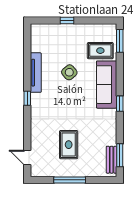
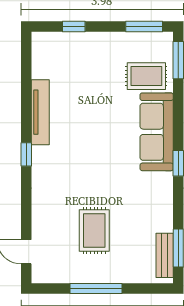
window: (67, 20) -> (74, 27), moved
window: (99, 20) -> (144, 27), added
side table: (69, 72) -> (95, 112), removed

